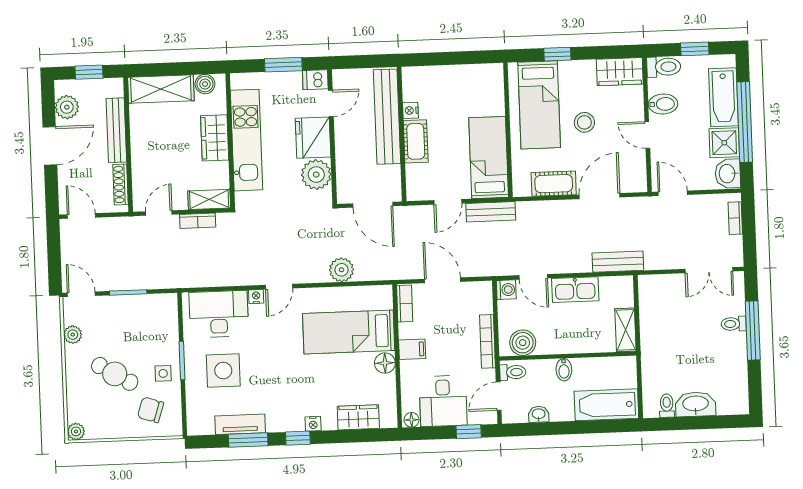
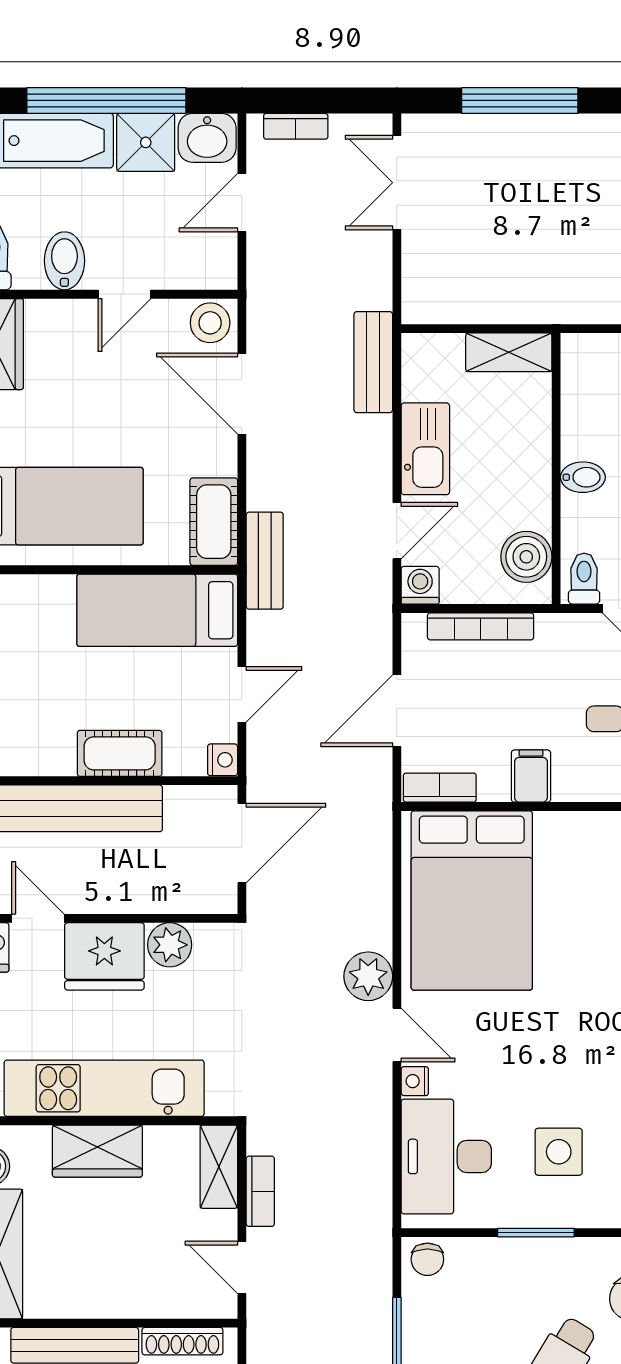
nightstand: (410, 110) -> (223, 760), moved, turned -90
stool: (584, 122) -> (210, 323), moved
plant: (316, 175) -> (170, 945), width x0.73, depth x0.73
cot: (554, 184) -> (214, 522), moved
door: (673, 193) -> (242, 203), moved
door: (448, 202) -> (242, 694), hinge flipped
bench: (491, 212) -> (265, 561), moved
plant: (341, 270) -> (368, 976), moved
double door: (709, 270) -> (397, 183), swing flipped
chair: (167, 306) -> (427, 1259), added
toilet: (734, 324) -> (505, 138), removed
bed: (349, 332) -> (472, 901), width x1.50
bookcase: (488, 341) -> (481, 626), moved
floor lamp: (385, 363) -> (556, 831), removed
side table: (223, 371) -> (559, 1152), width x0.73, depth x0.73
side table: (163, 373) -> (560, 1271), removed

